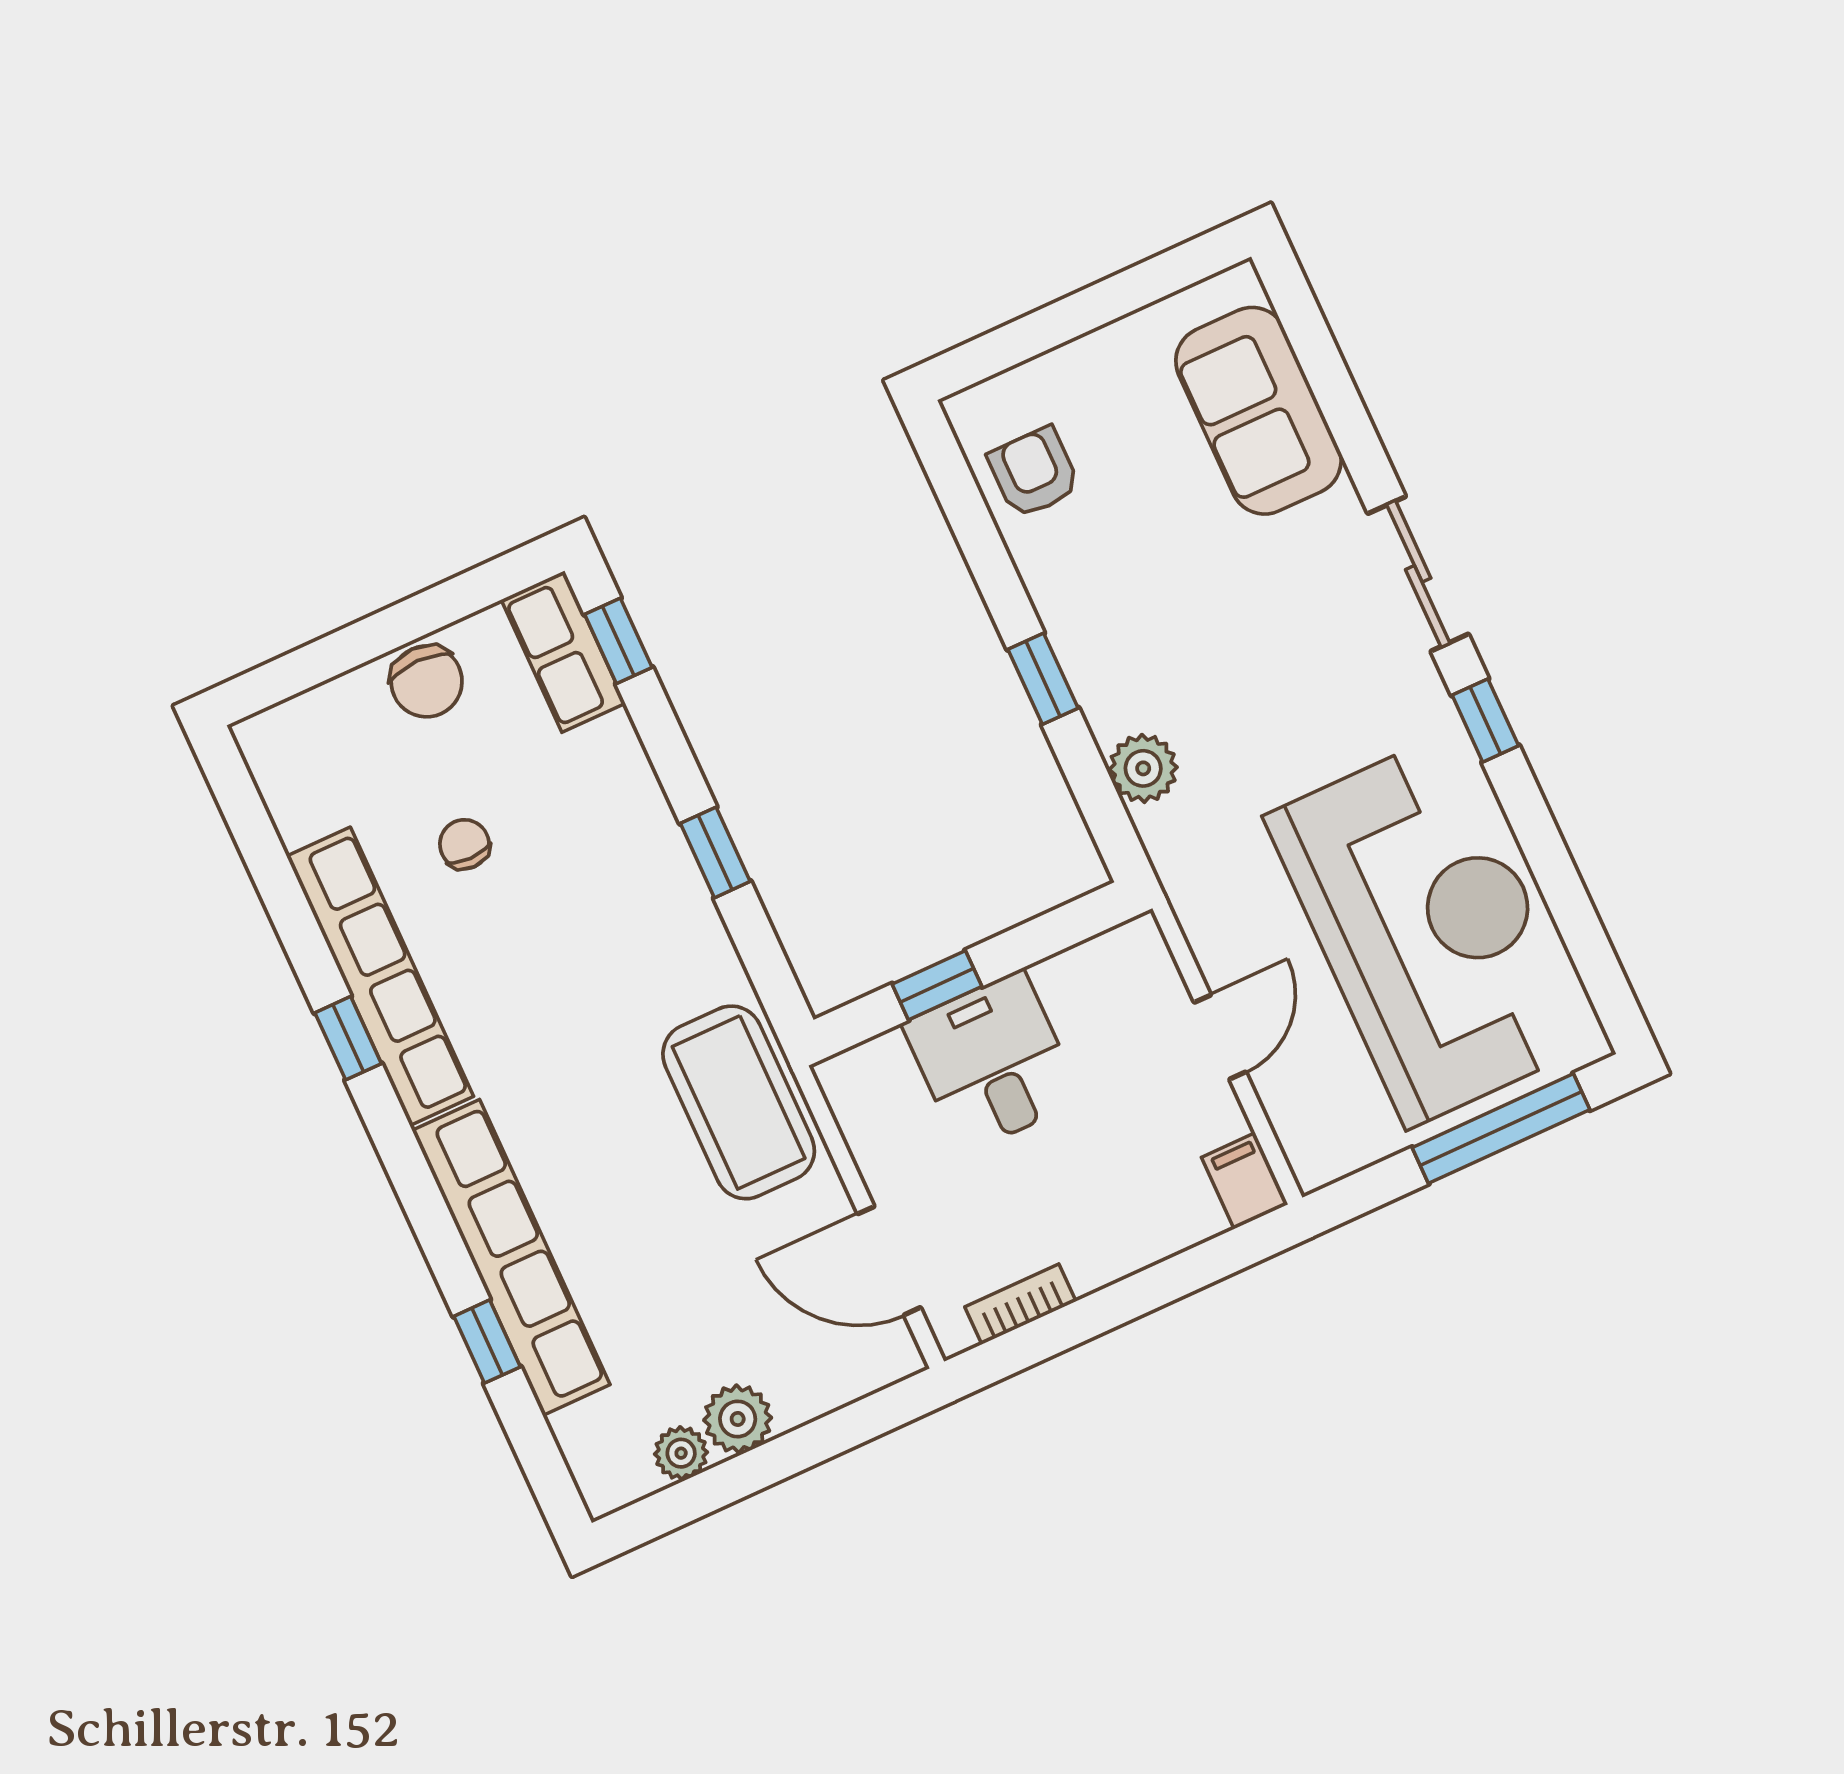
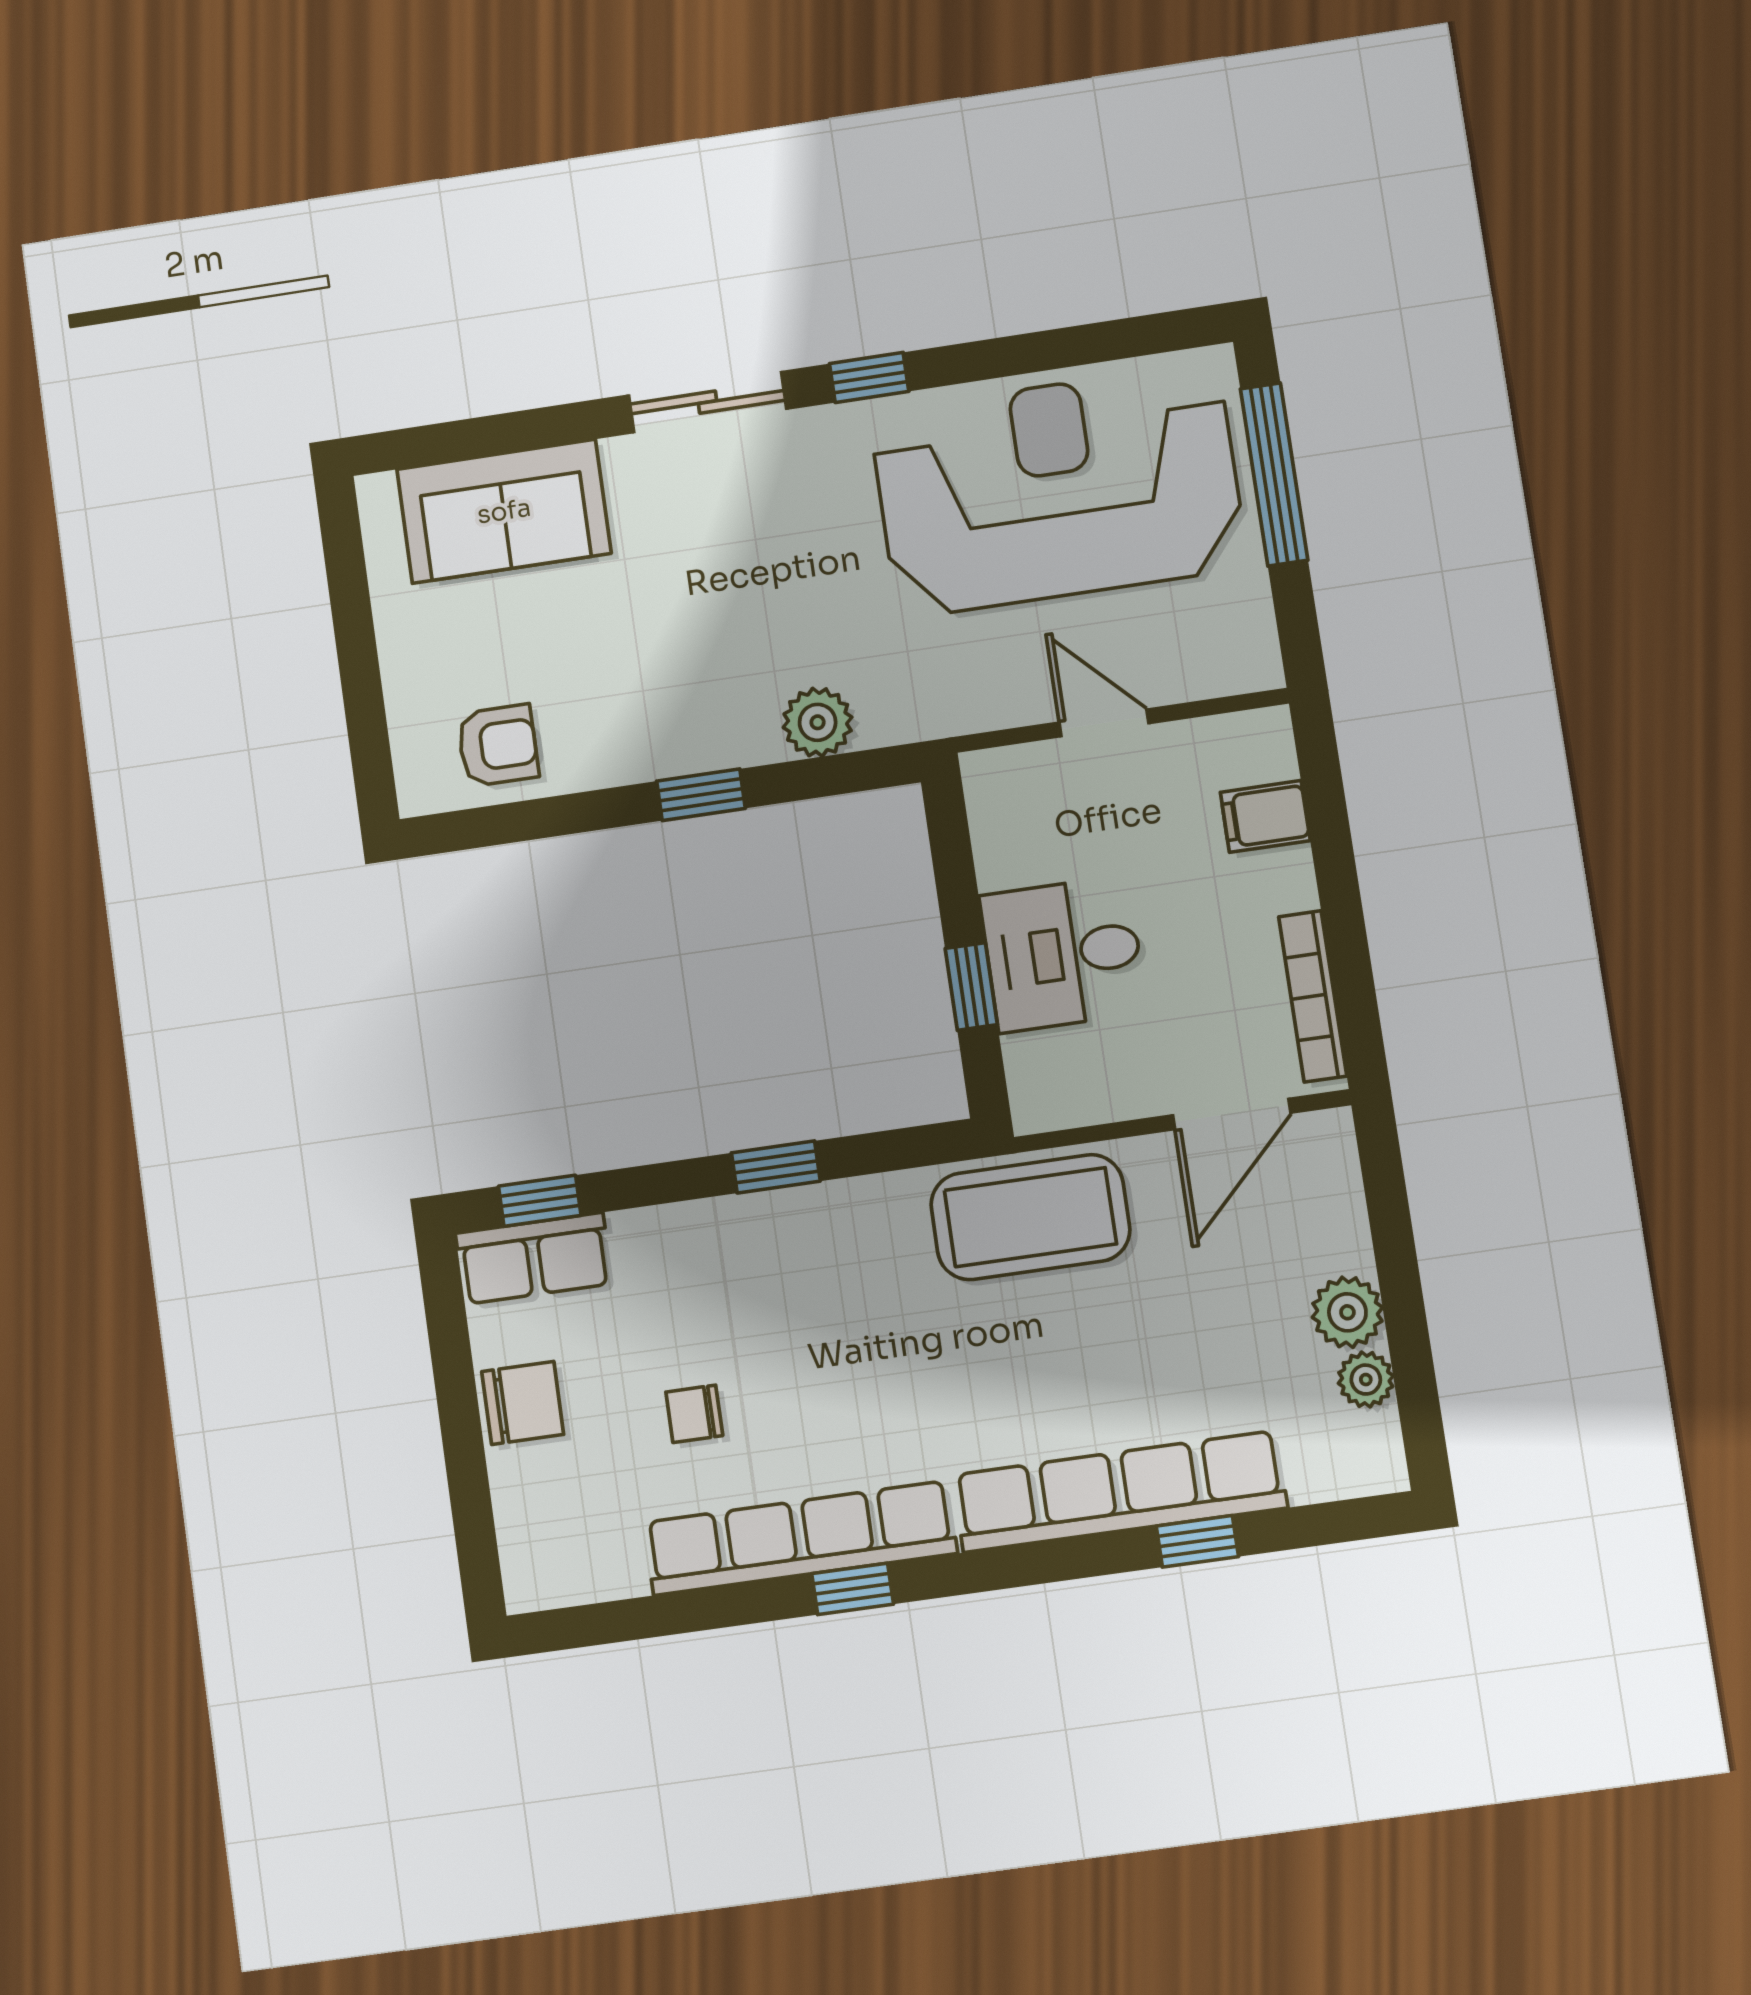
armchair: (1034, 472) -> (498, 745), turned 180
filing cabinet: (1245, 1181) -> (1265, 816), moved
bookcase: (1020, 1304) -> (1313, 996), width x1.56

